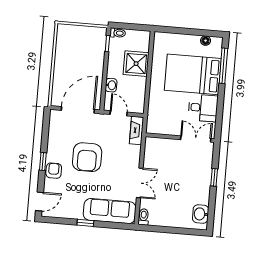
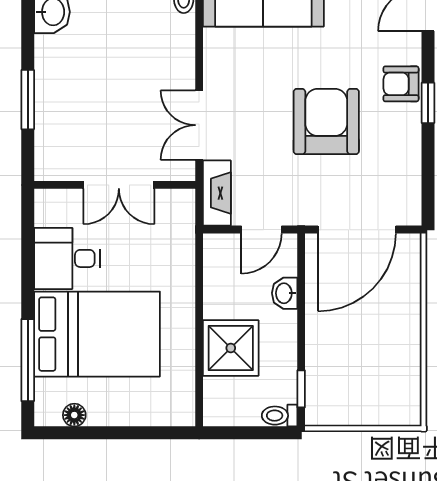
door: (119, 113) -> (262, 230), hinge flipped
double door: (196, 139) -> (119, 185), moved
armchair: (54, 171) -> (401, 84), turned 90
window: (214, 177) -> (28, 100), width x1.50
double door: (140, 183) -> (199, 125), moved

